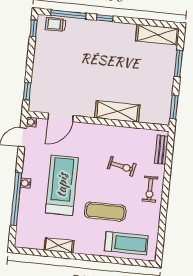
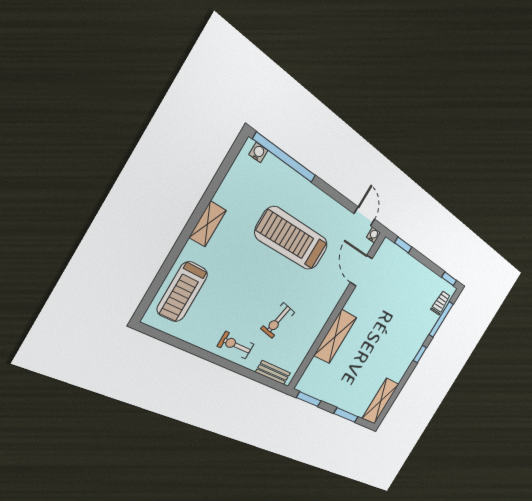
water cooler: (25, 183) -> (258, 152), moved
treadmill: (62, 185) -> (292, 239), turned 180
window: (16, 199) -> (285, 158), moved
exercise mat: (105, 212) -> (236, 280), removed
shelving: (59, 245) -> (208, 224), moved

